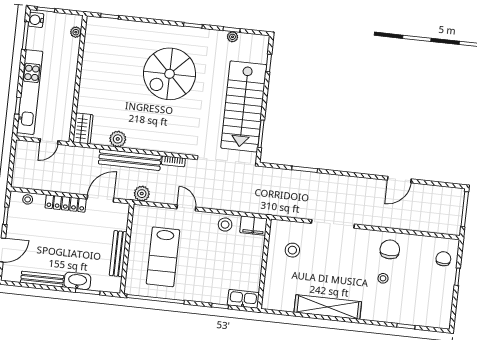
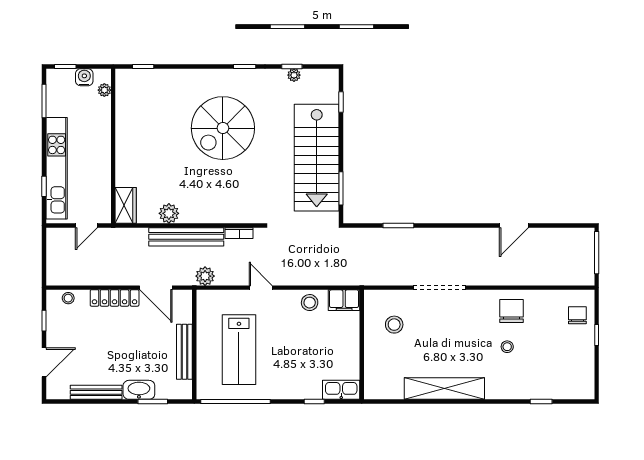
water cooler: (36, 20) -> (84, 77), moved, turned 90
door: (100, 199) -> (156, 288), swing flipped

